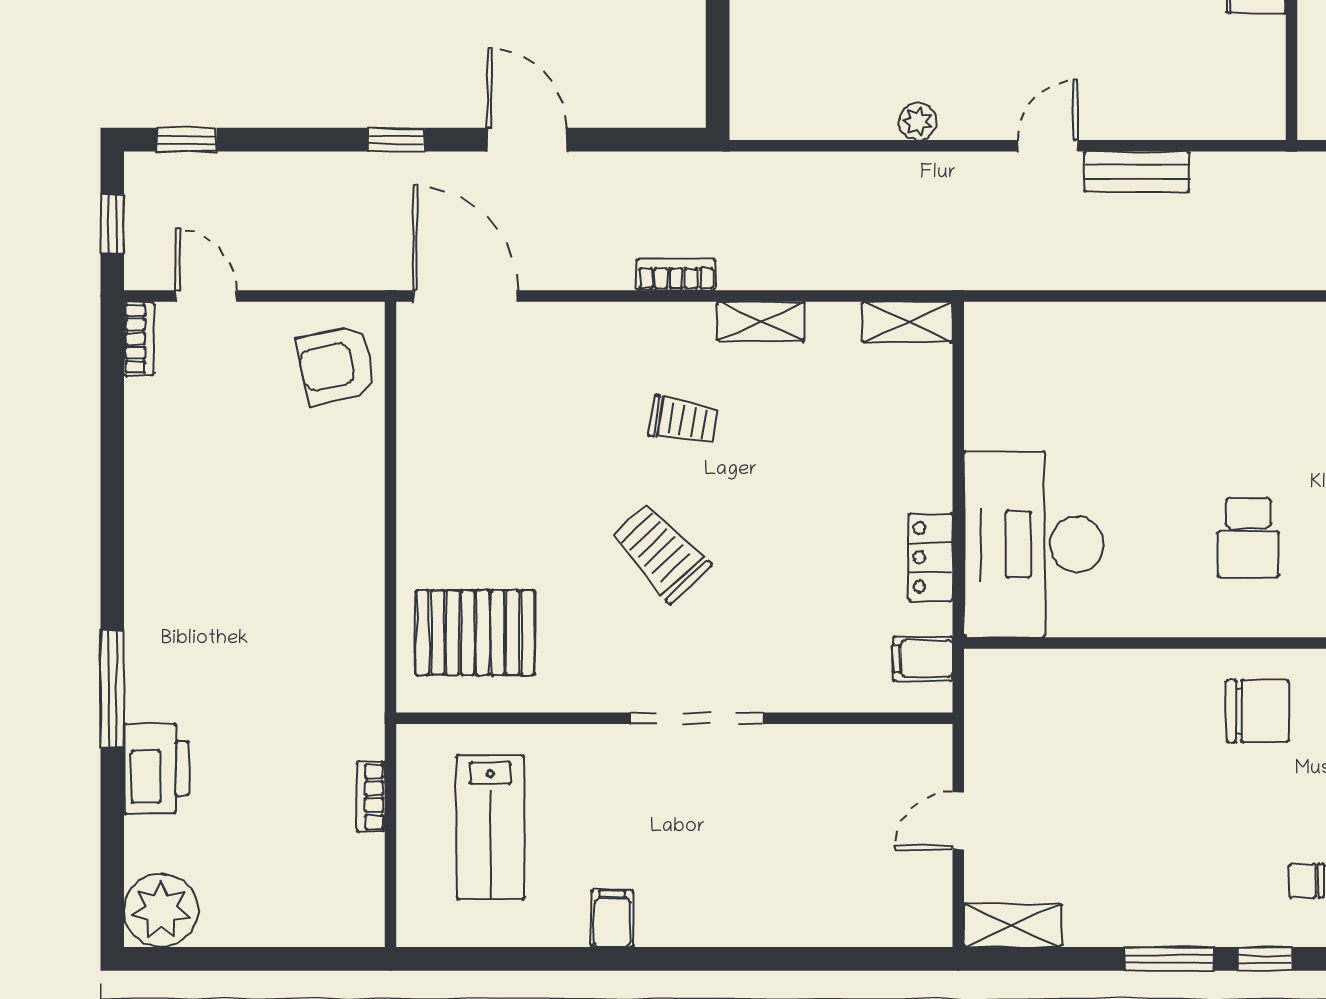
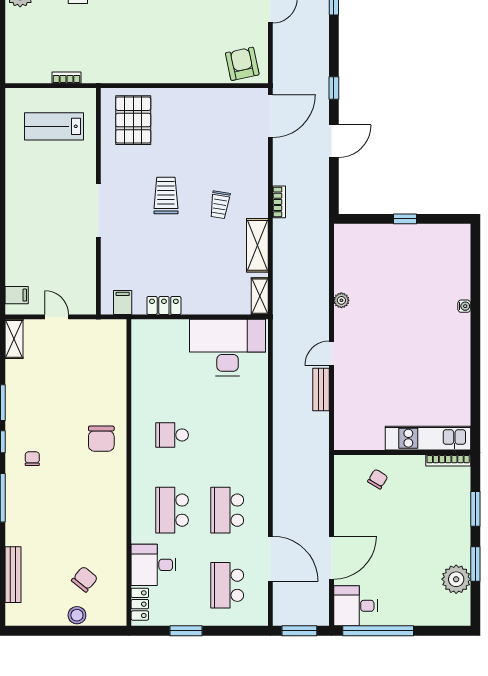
door: (1048, 146) -> (331, 353), swing flipped
shelving: (761, 321) -> (257, 245), width x1.50, depth x1.33
desk: (1034, 544) -> (228, 347), moved
trolley: (660, 552) -> (166, 196), turned -47
filing cabinet: (612, 919) -> (17, 295), moved

